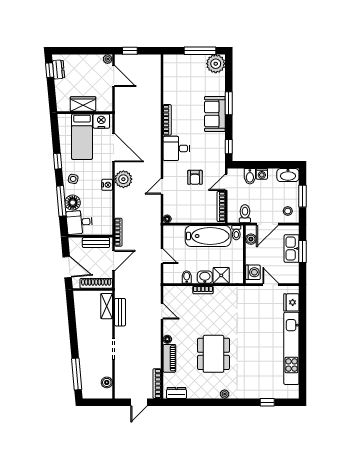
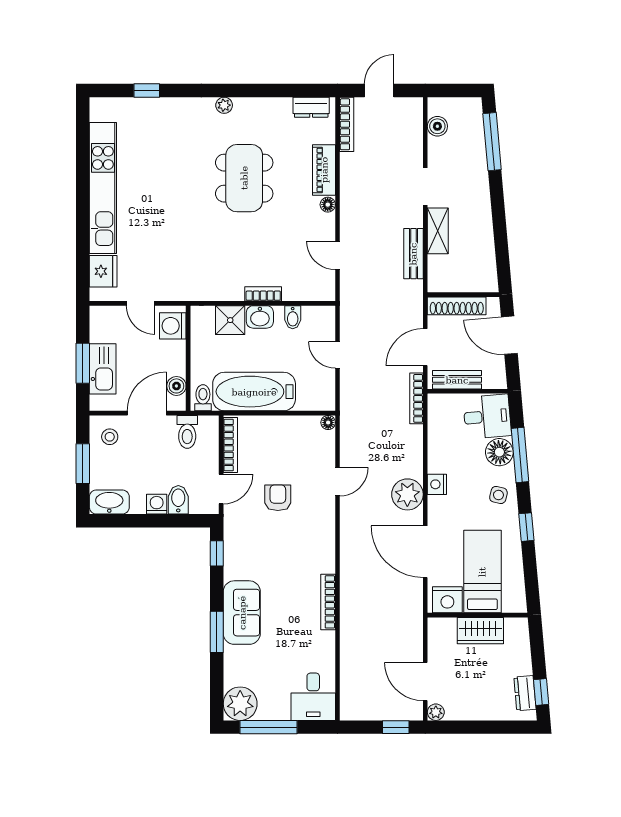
desk: (176, 148) -> (313, 697), moved, turned 90
shelving: (107, 306) -> (438, 231), moved

